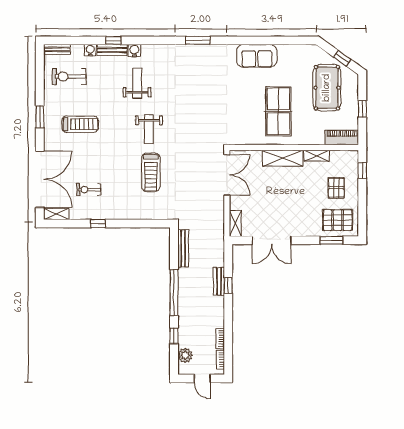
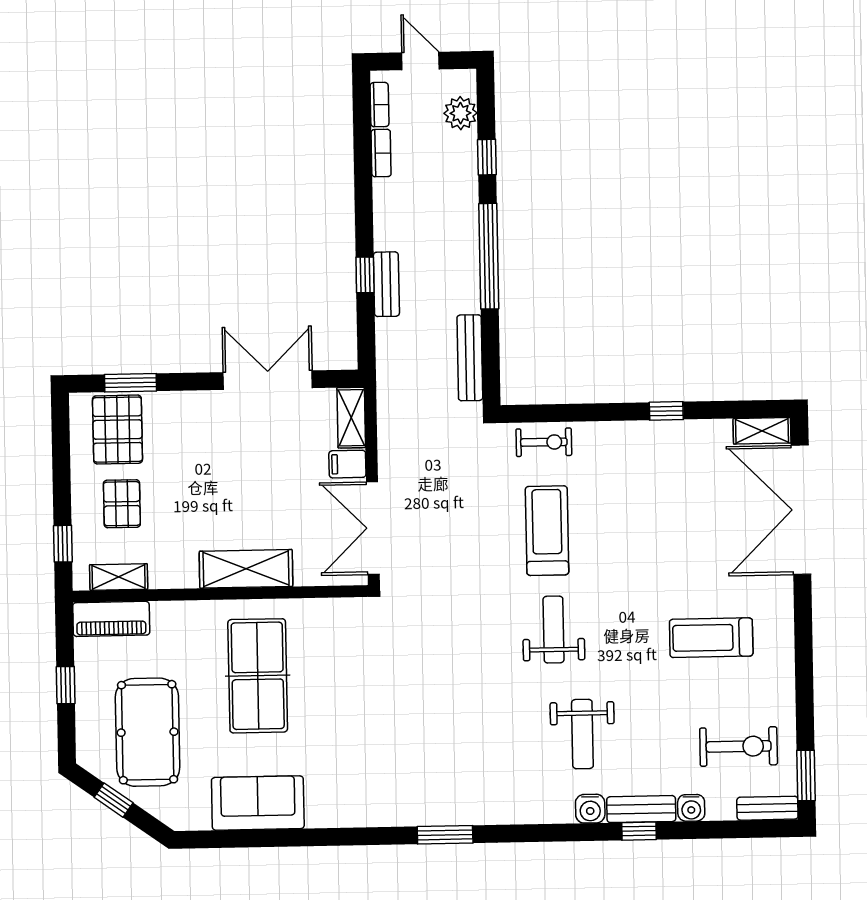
sofa: (257, 56) -> (258, 803), moved
window: (40, 117) -> (806, 776), moved
shelving: (316, 156) -> (119, 577), moved
exercise bike: (89, 190) -> (544, 442), moved
filing cabinet: (237, 203) -> (347, 464), added
pallet: (338, 220) -> (117, 430), turned 90

